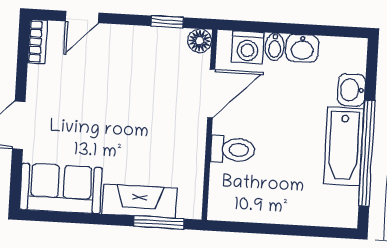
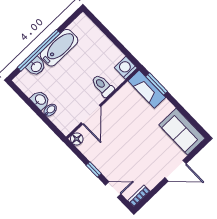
window: (167, 22) -> (94, 169), moved
washing machine: (248, 47) -> (126, 68), moved, turned -90
door: (211, 94) -> (91, 115), swing flipped
window: (367, 153) -> (39, 50), moved
fireplace: (140, 201) -> (147, 89), moved

